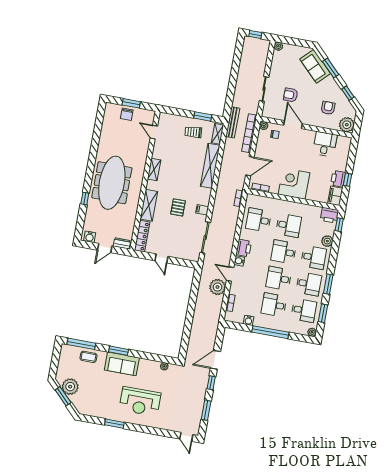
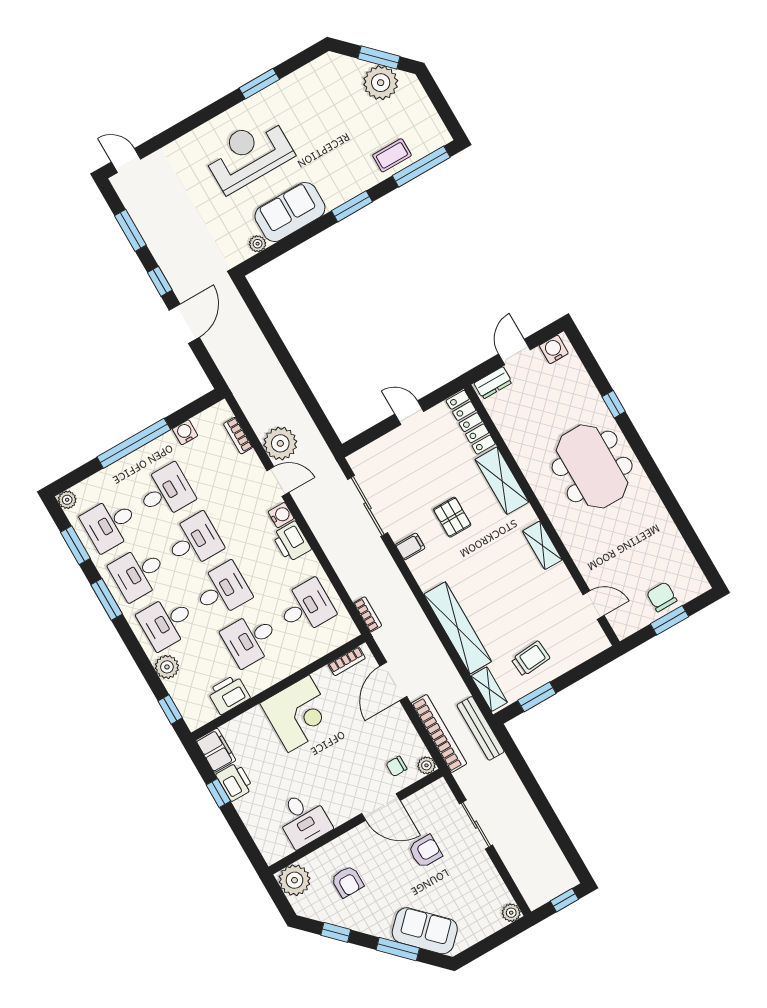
meeting table: (112, 183) -> (592, 466), width x0.73
printer: (329, 215) -> (229, 694), moved
sofa: (122, 364) -> (290, 212), moved

